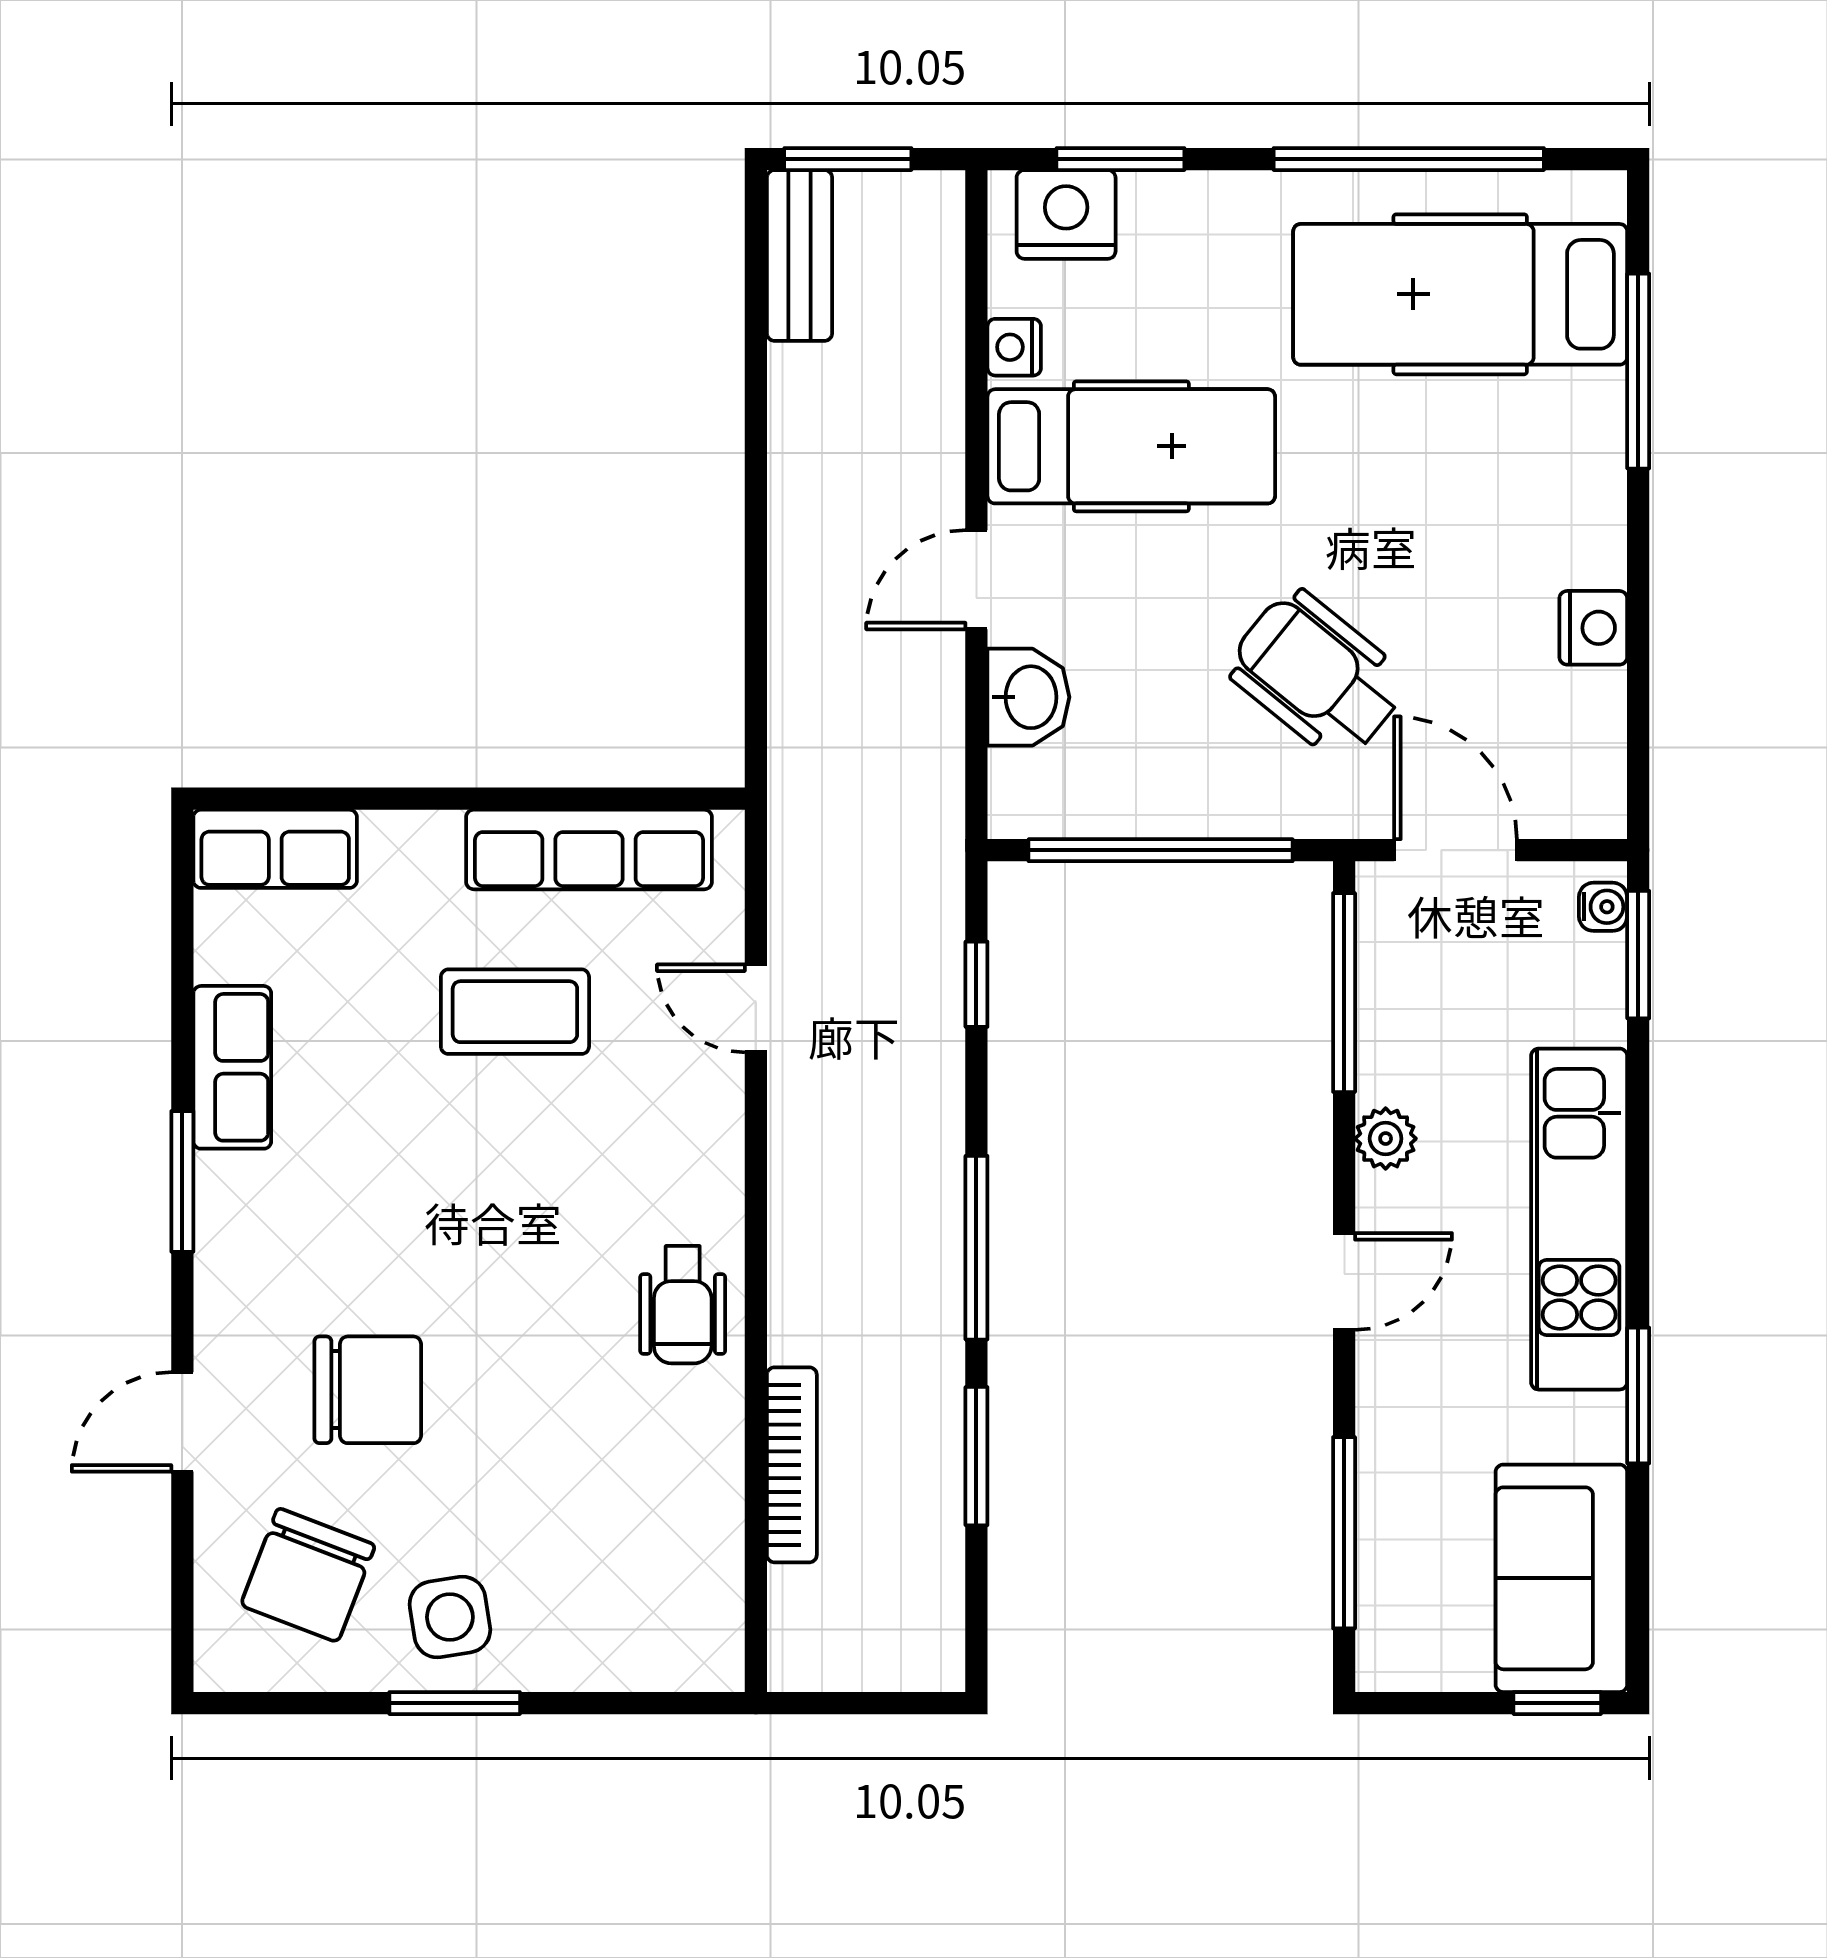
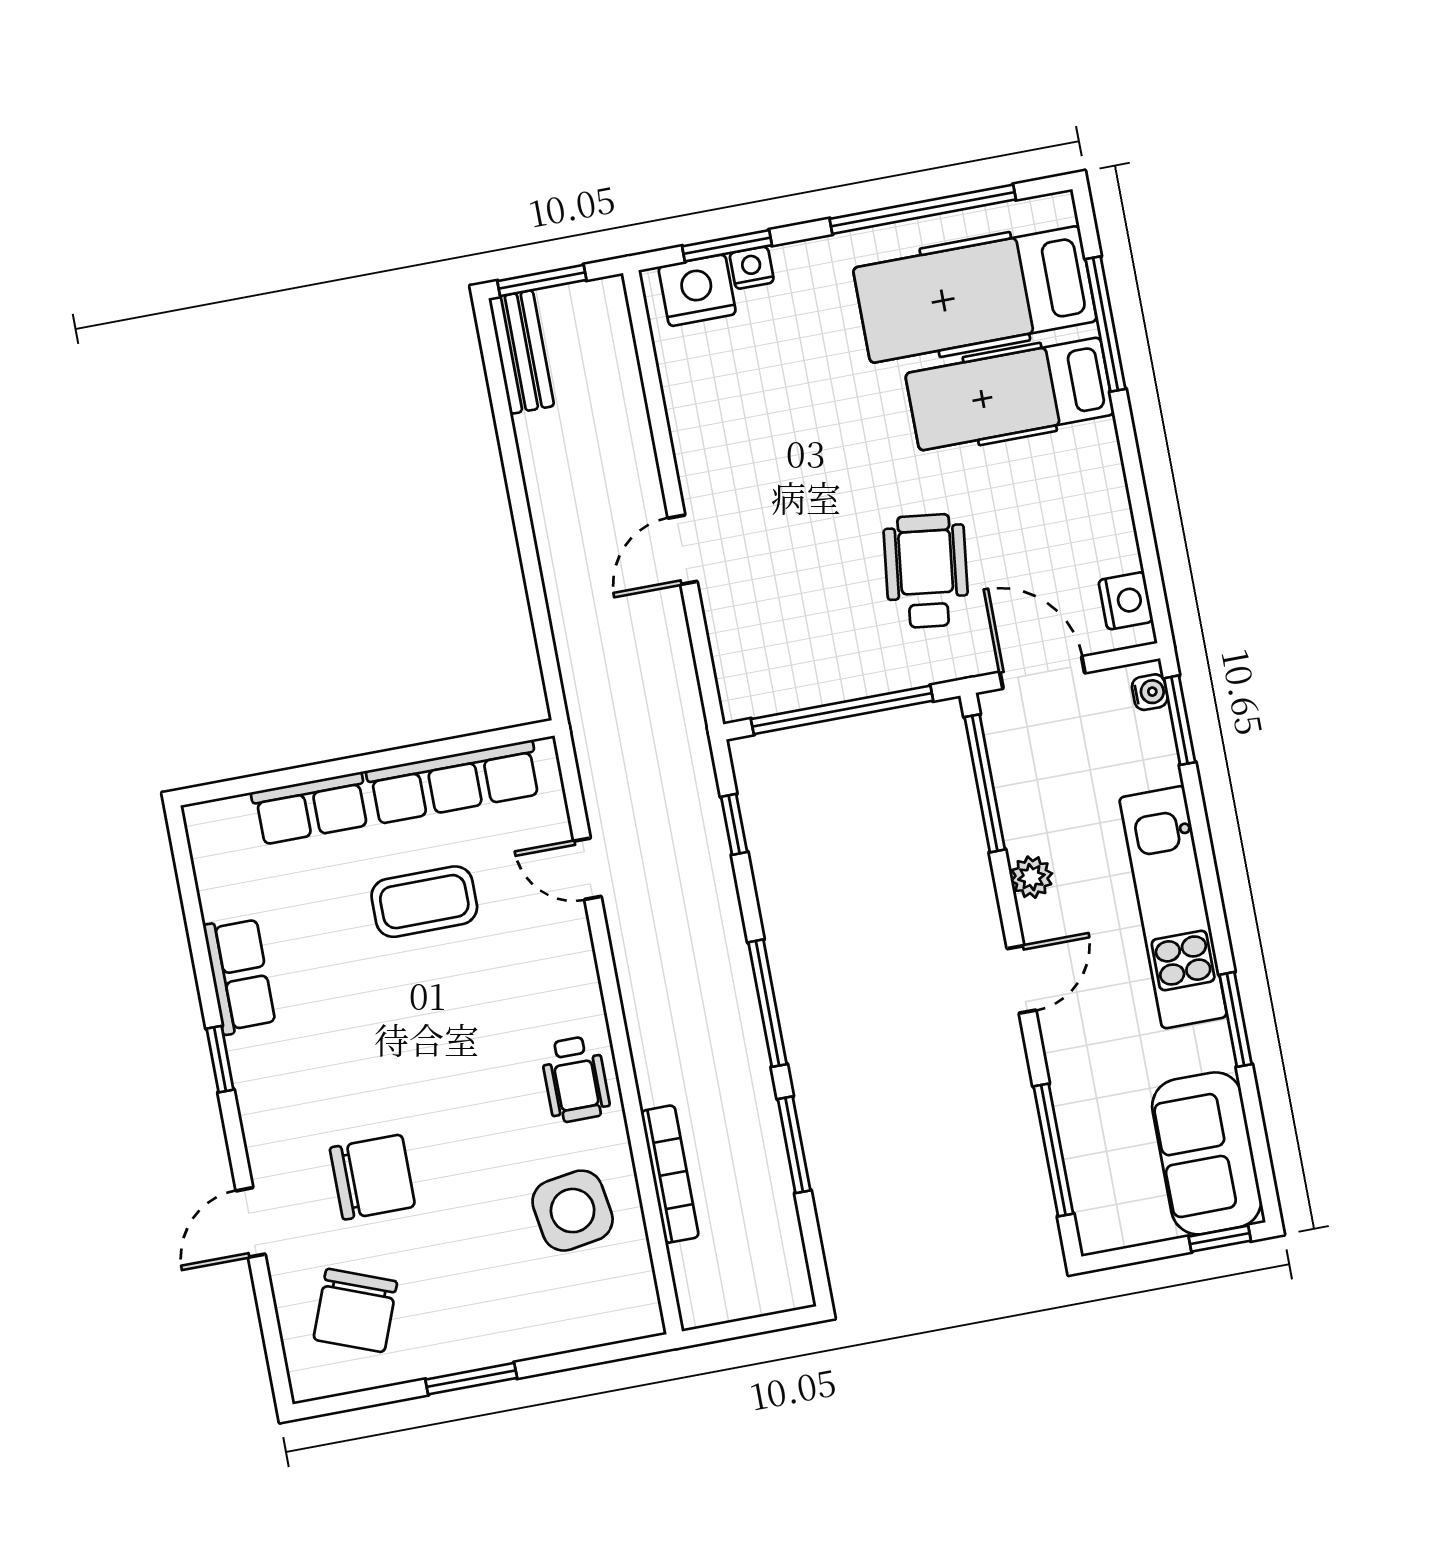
nightstand: (1014, 347) -> (752, 268), moved, turned 90
hospital bed: (1131, 446) -> (1010, 394), moved, turned 180
nightstand: (1593, 628) -> (1126, 601), moved
wheelchair: (1317, 675) -> (926, 571), turned 58
washbasin: (1028, 697) -> (733, 623), removed
row of seats: (275, 849) -> (311, 808), moved
window: (182, 1181) -> (220, 1059), width x0.67
side table: (450, 1617) -> (573, 1211), moved, width x1.37, depth x1.37

